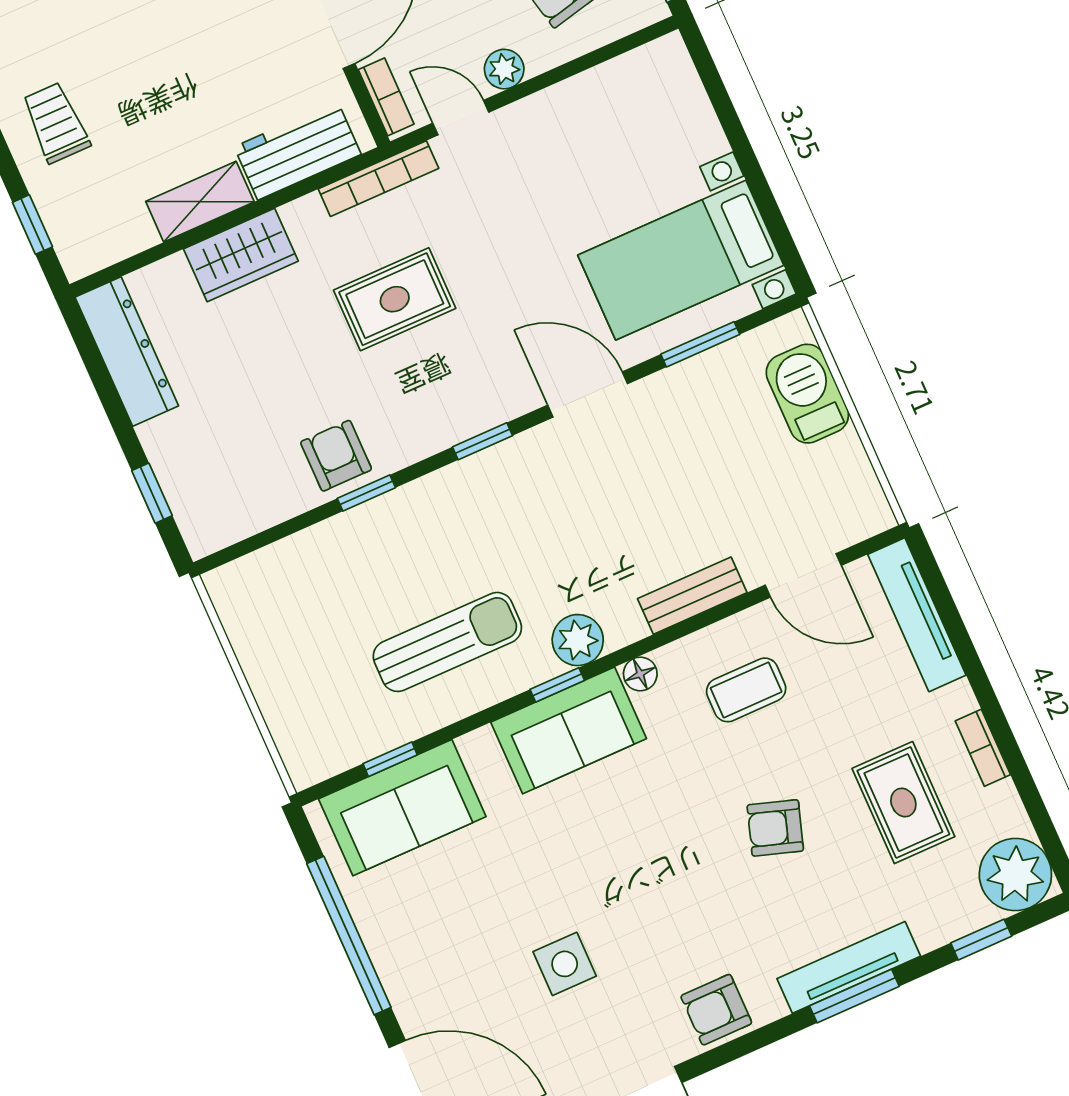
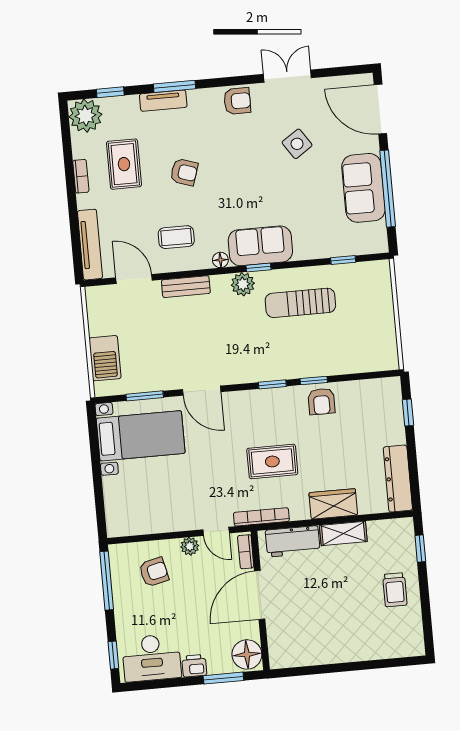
window: (483, 441) -> (272, 384), moved
sofa: (402, 808) -> (363, 188), moved, turned -90
side table: (565, 964) -> (297, 144), turned -34
tv unit: (849, 967) -> (163, 101), width x0.71

